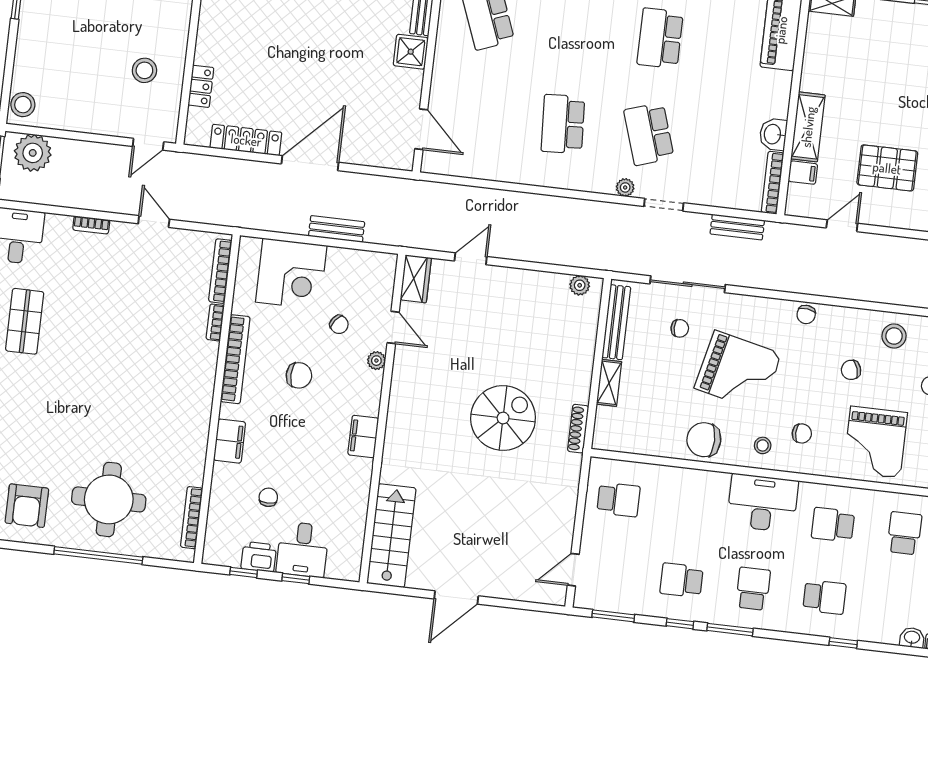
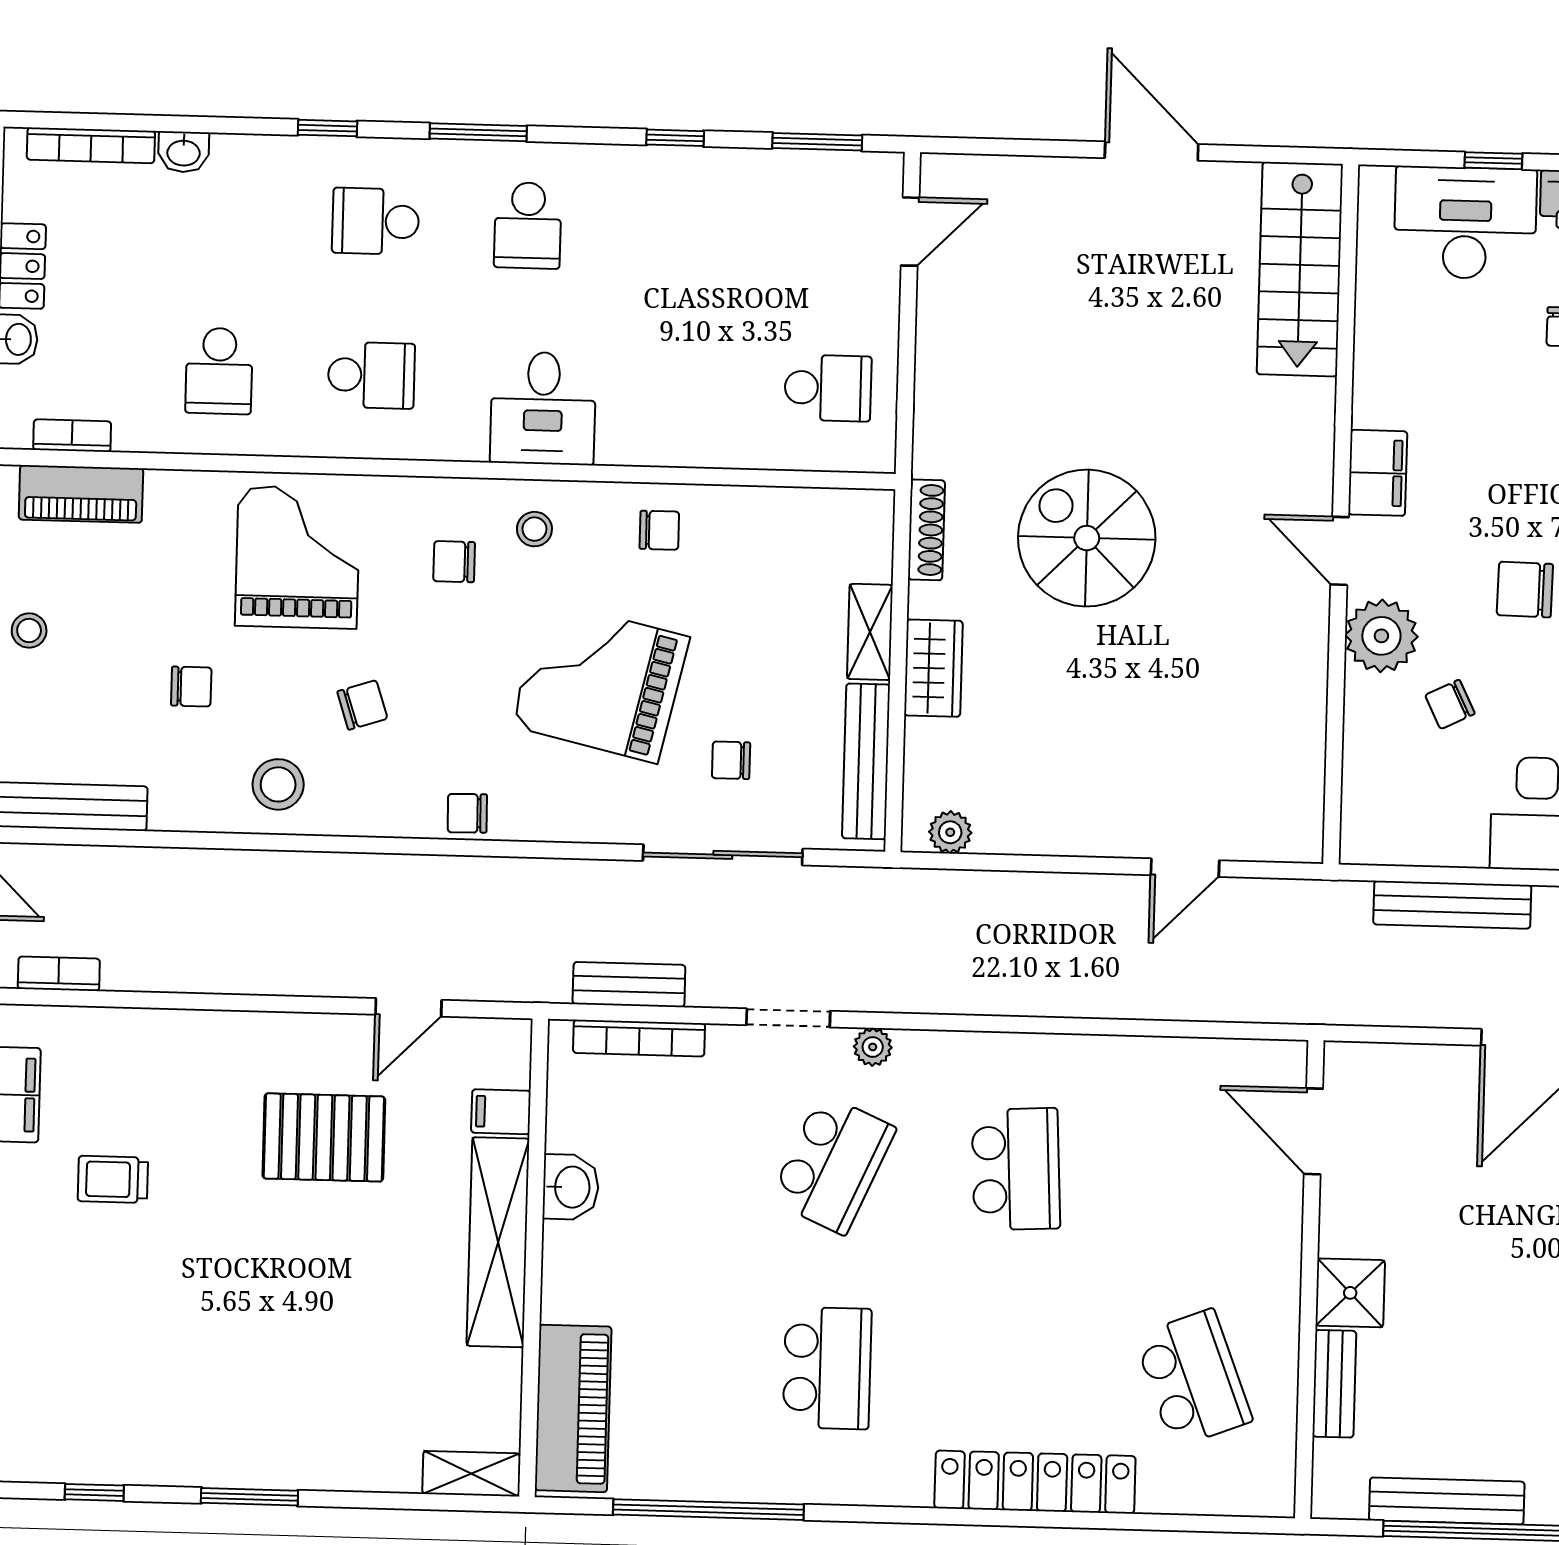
shelving: (808, 127) -> (498, 1242), width x1.47
school desk: (649, 134) -> (833, 1164), turned 42
bookcase: (773, 183) -> (639, 1038), moved, turned 90
bench: (337, 229) -> (1452, 905), width x1.36
wardrobe: (416, 279) -> (933, 668), moved, turned 180
chair: (806, 314) -> (467, 813), turned -99
chair: (339, 324) -> (1450, 704), turned -63
door: (393, 327) -> (1340, 551), moved
plant: (376, 361) -> (1381, 636), width x1.88, depth x1.88
spiral stairs: (503, 418) -> (1087, 538), turned 90
chair: (704, 440) -> (659, 530), width x0.54, depth x0.54
school desk: (619, 500) -> (828, 388), turned 180
desk: (763, 503) -> (543, 408), width x0.73
desk: (303, 549) -> (1465, 223), width x1.37
school desk: (681, 580) -> (680, 230), removed
door: (456, 597) -> (1152, 151), hinge flipped
window: (730, 630) -> (478, 132), moved

